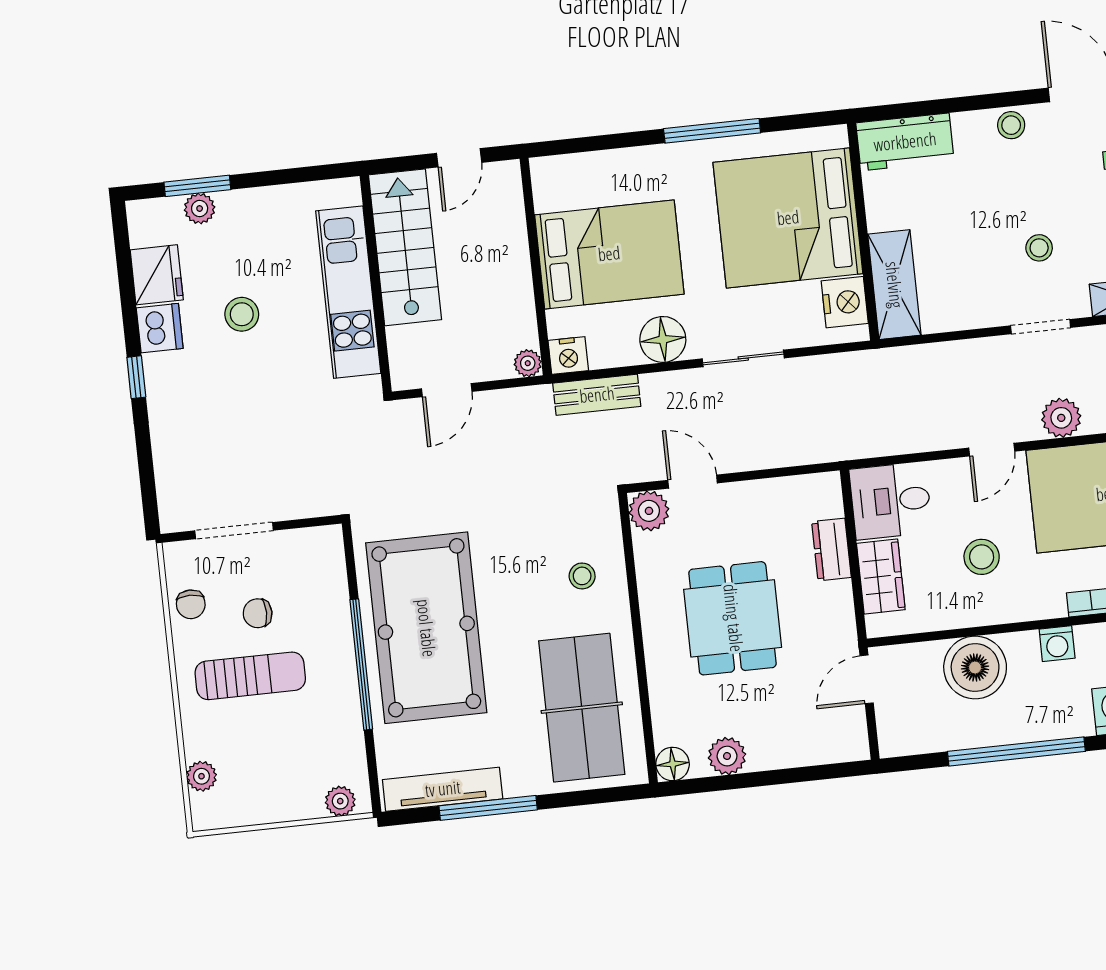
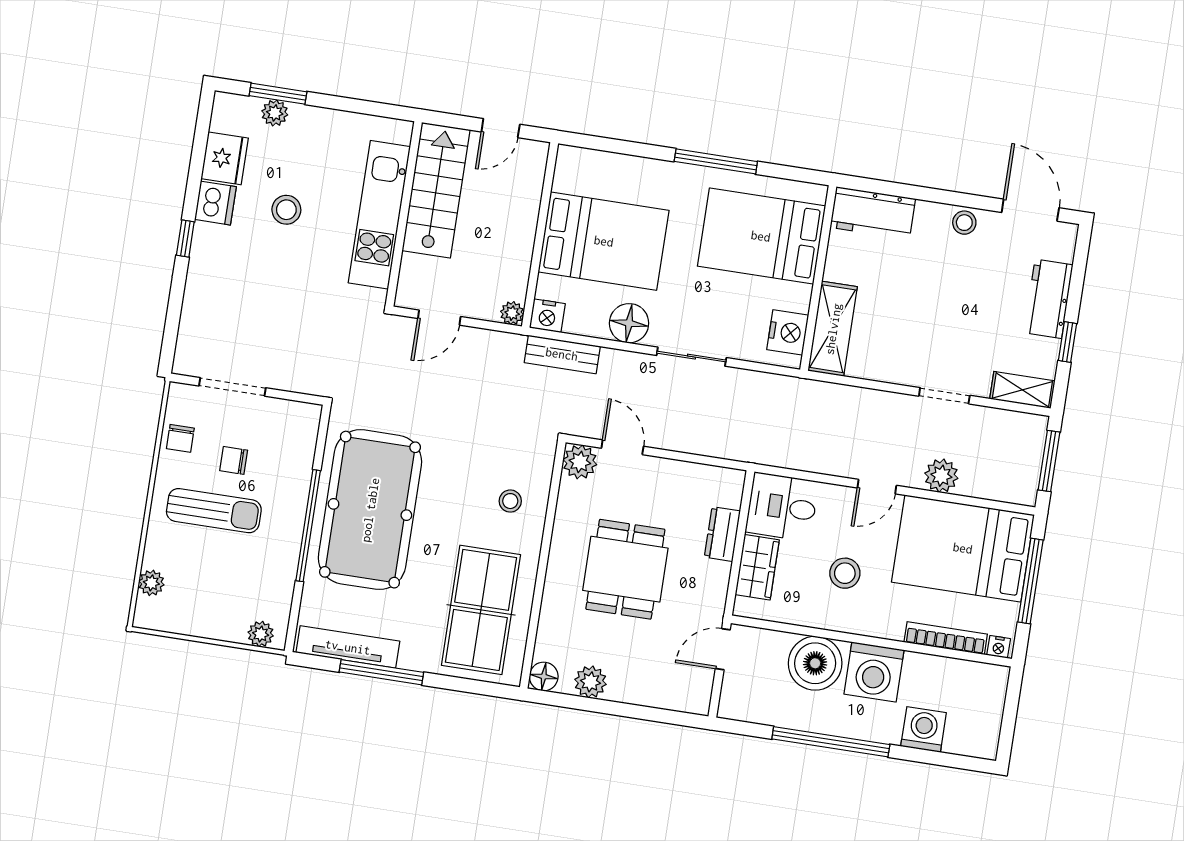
bed: (788, 218) -> (761, 236), width x0.73
stool: (1039, 248) -> (960, 330), removed
washing machine: (1057, 644) -> (874, 672), width x1.89, depth x1.89

